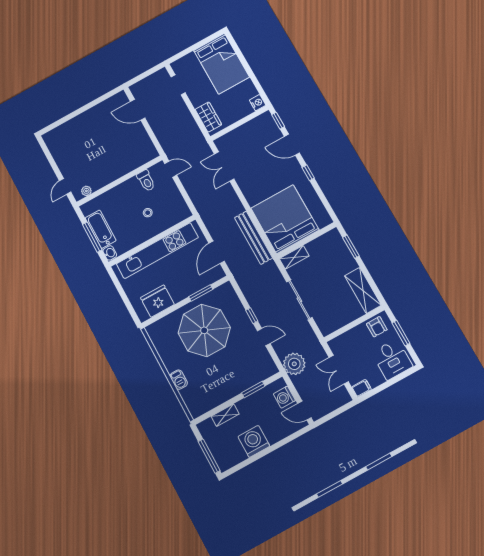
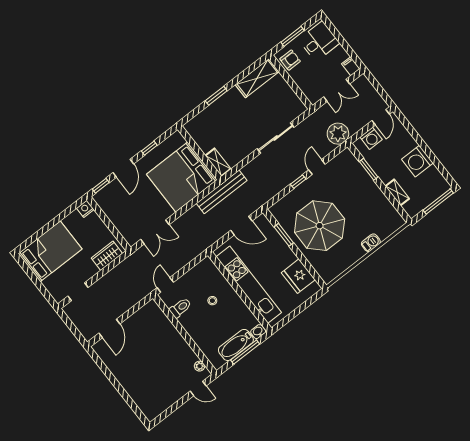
bed: (285, 219) -> (182, 177), moved
wall: (306, 240) -> (200, 153), moved
shelving: (294, 257) -> (218, 162), moved

